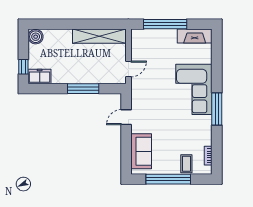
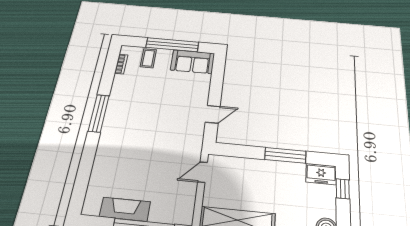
fireplace: (195, 36) -> (125, 209), moved
window: (83, 89) -> (285, 155), moved
corner sofa: (194, 89) -> (122, 139), removed
sofa: (141, 151) -> (193, 62), moved, turned -90

